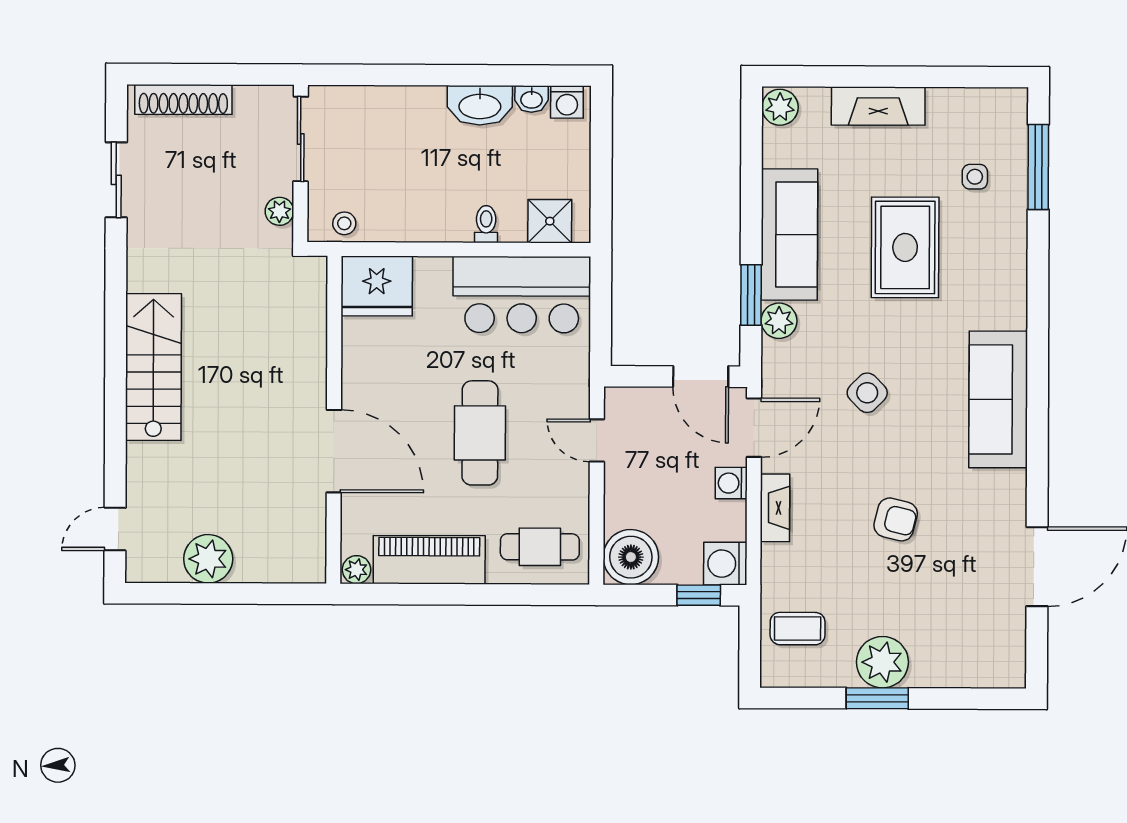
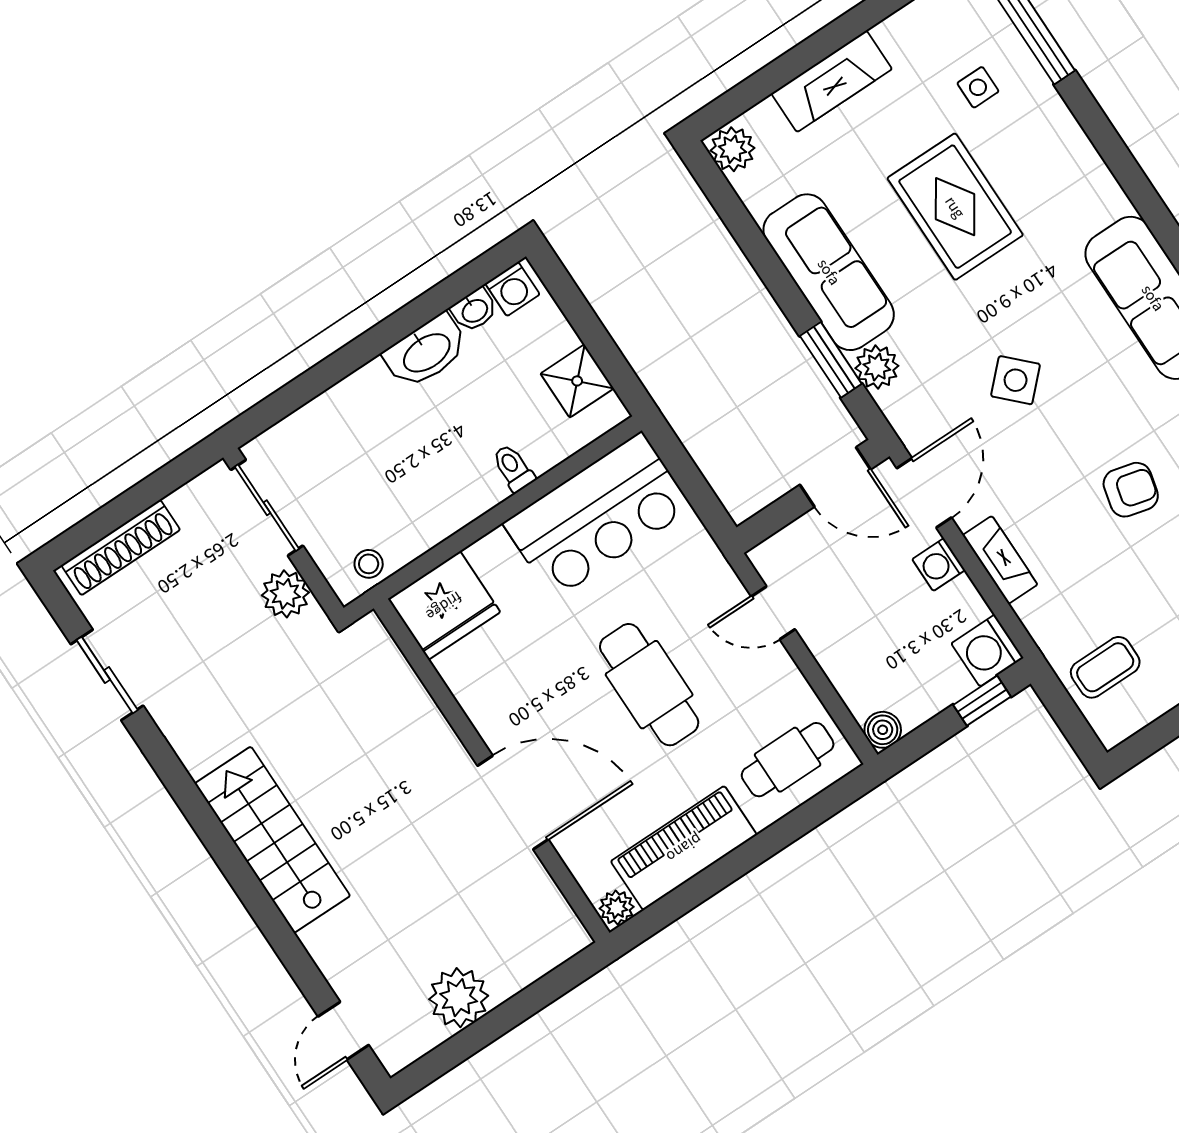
plant: (279, 211) -> (285, 594), width x1.38, depth x1.38
shower: (550, 221) -> (577, 381), moved
boiler: (631, 557) -> (883, 730), width x0.54, depth x0.54

